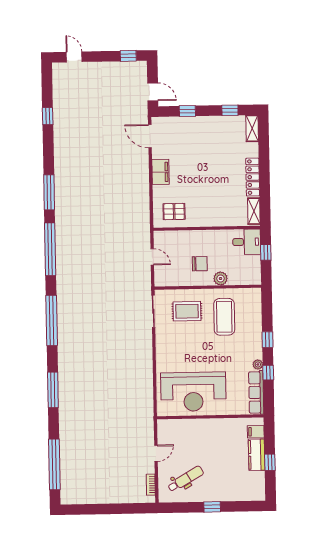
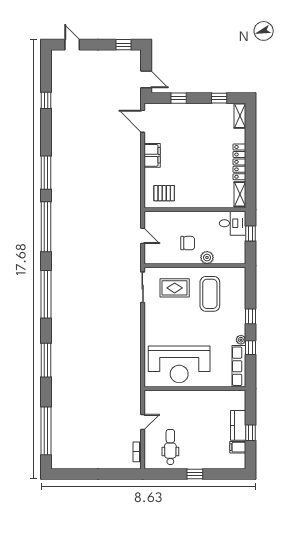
filing cabinet: (256, 432) -> (238, 447), moved
dental chair: (186, 479) -> (170, 447), turned -60

